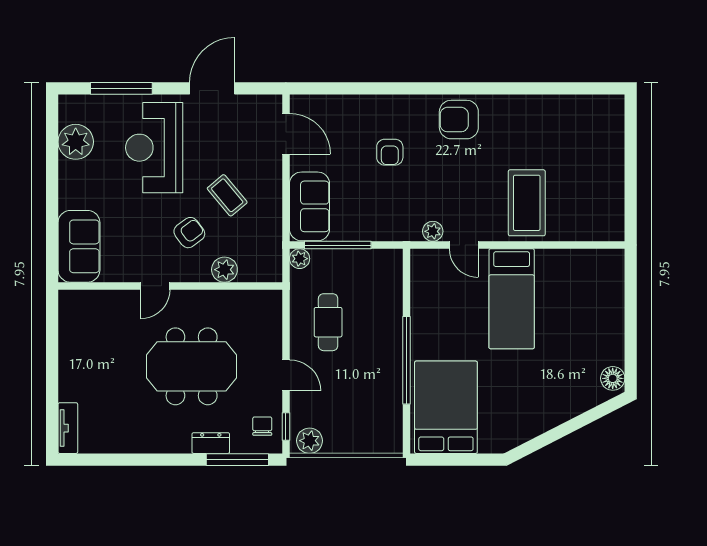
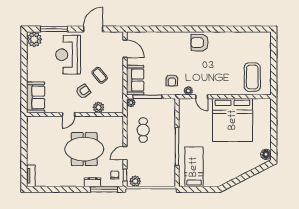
plant: (76, 142) -> (34, 39), moved
armchair: (390, 152) -> (172, 80), moved
coffee table: (527, 203) -> (252, 77), moved
bed: (512, 299) -> (233, 120), width x2.04
door: (286, 375) -> (125, 153), swing flipped
bed: (446, 407) -> (194, 167), width x0.67

